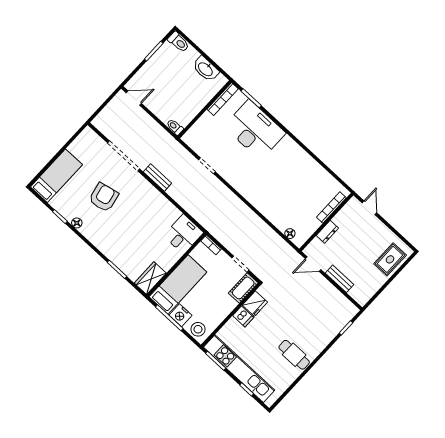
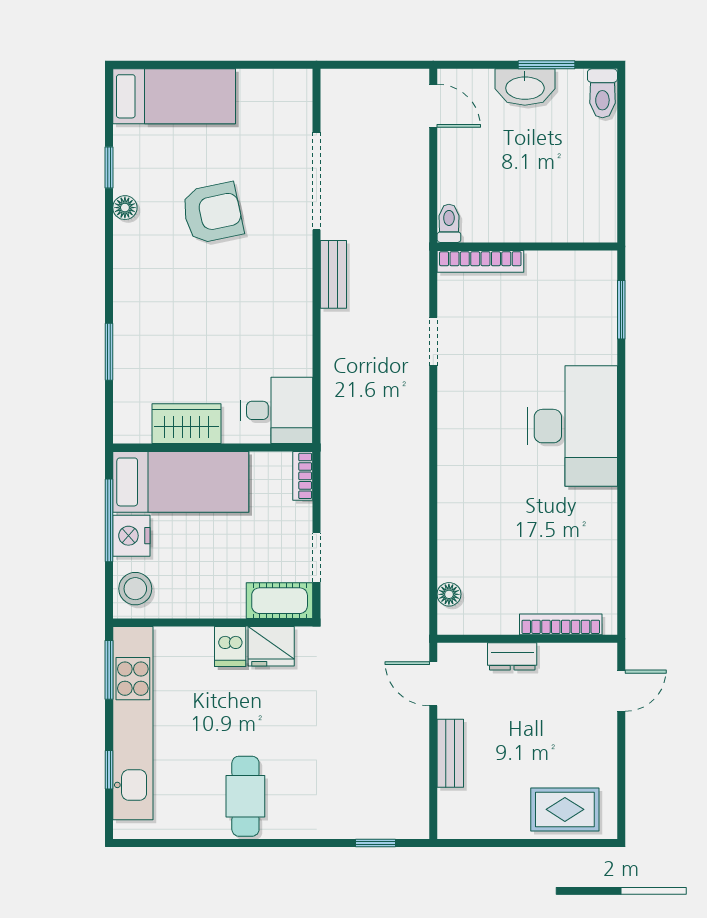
washbasin: (206, 69) -> (525, 87), moved, turned -90
bookcase: (223, 99) -> (480, 261), moved
desk: (255, 130) -> (572, 426), moved
wardrobe: (150, 278) -> (187, 424), moved

